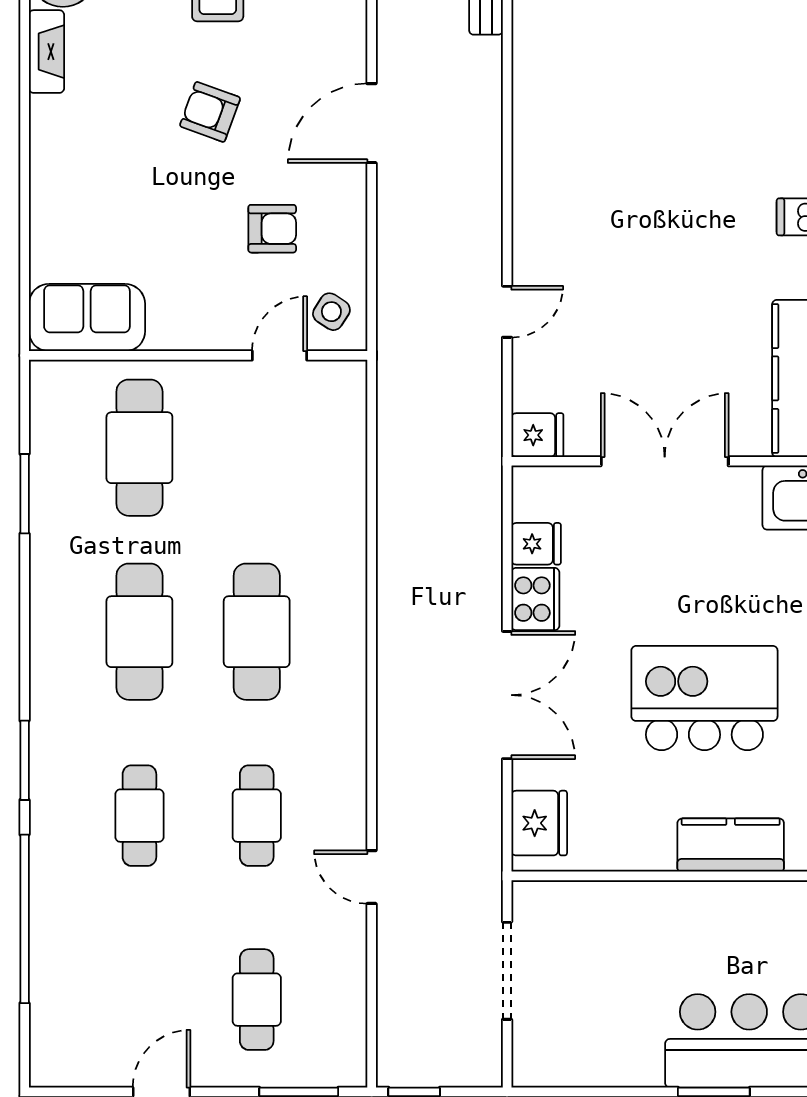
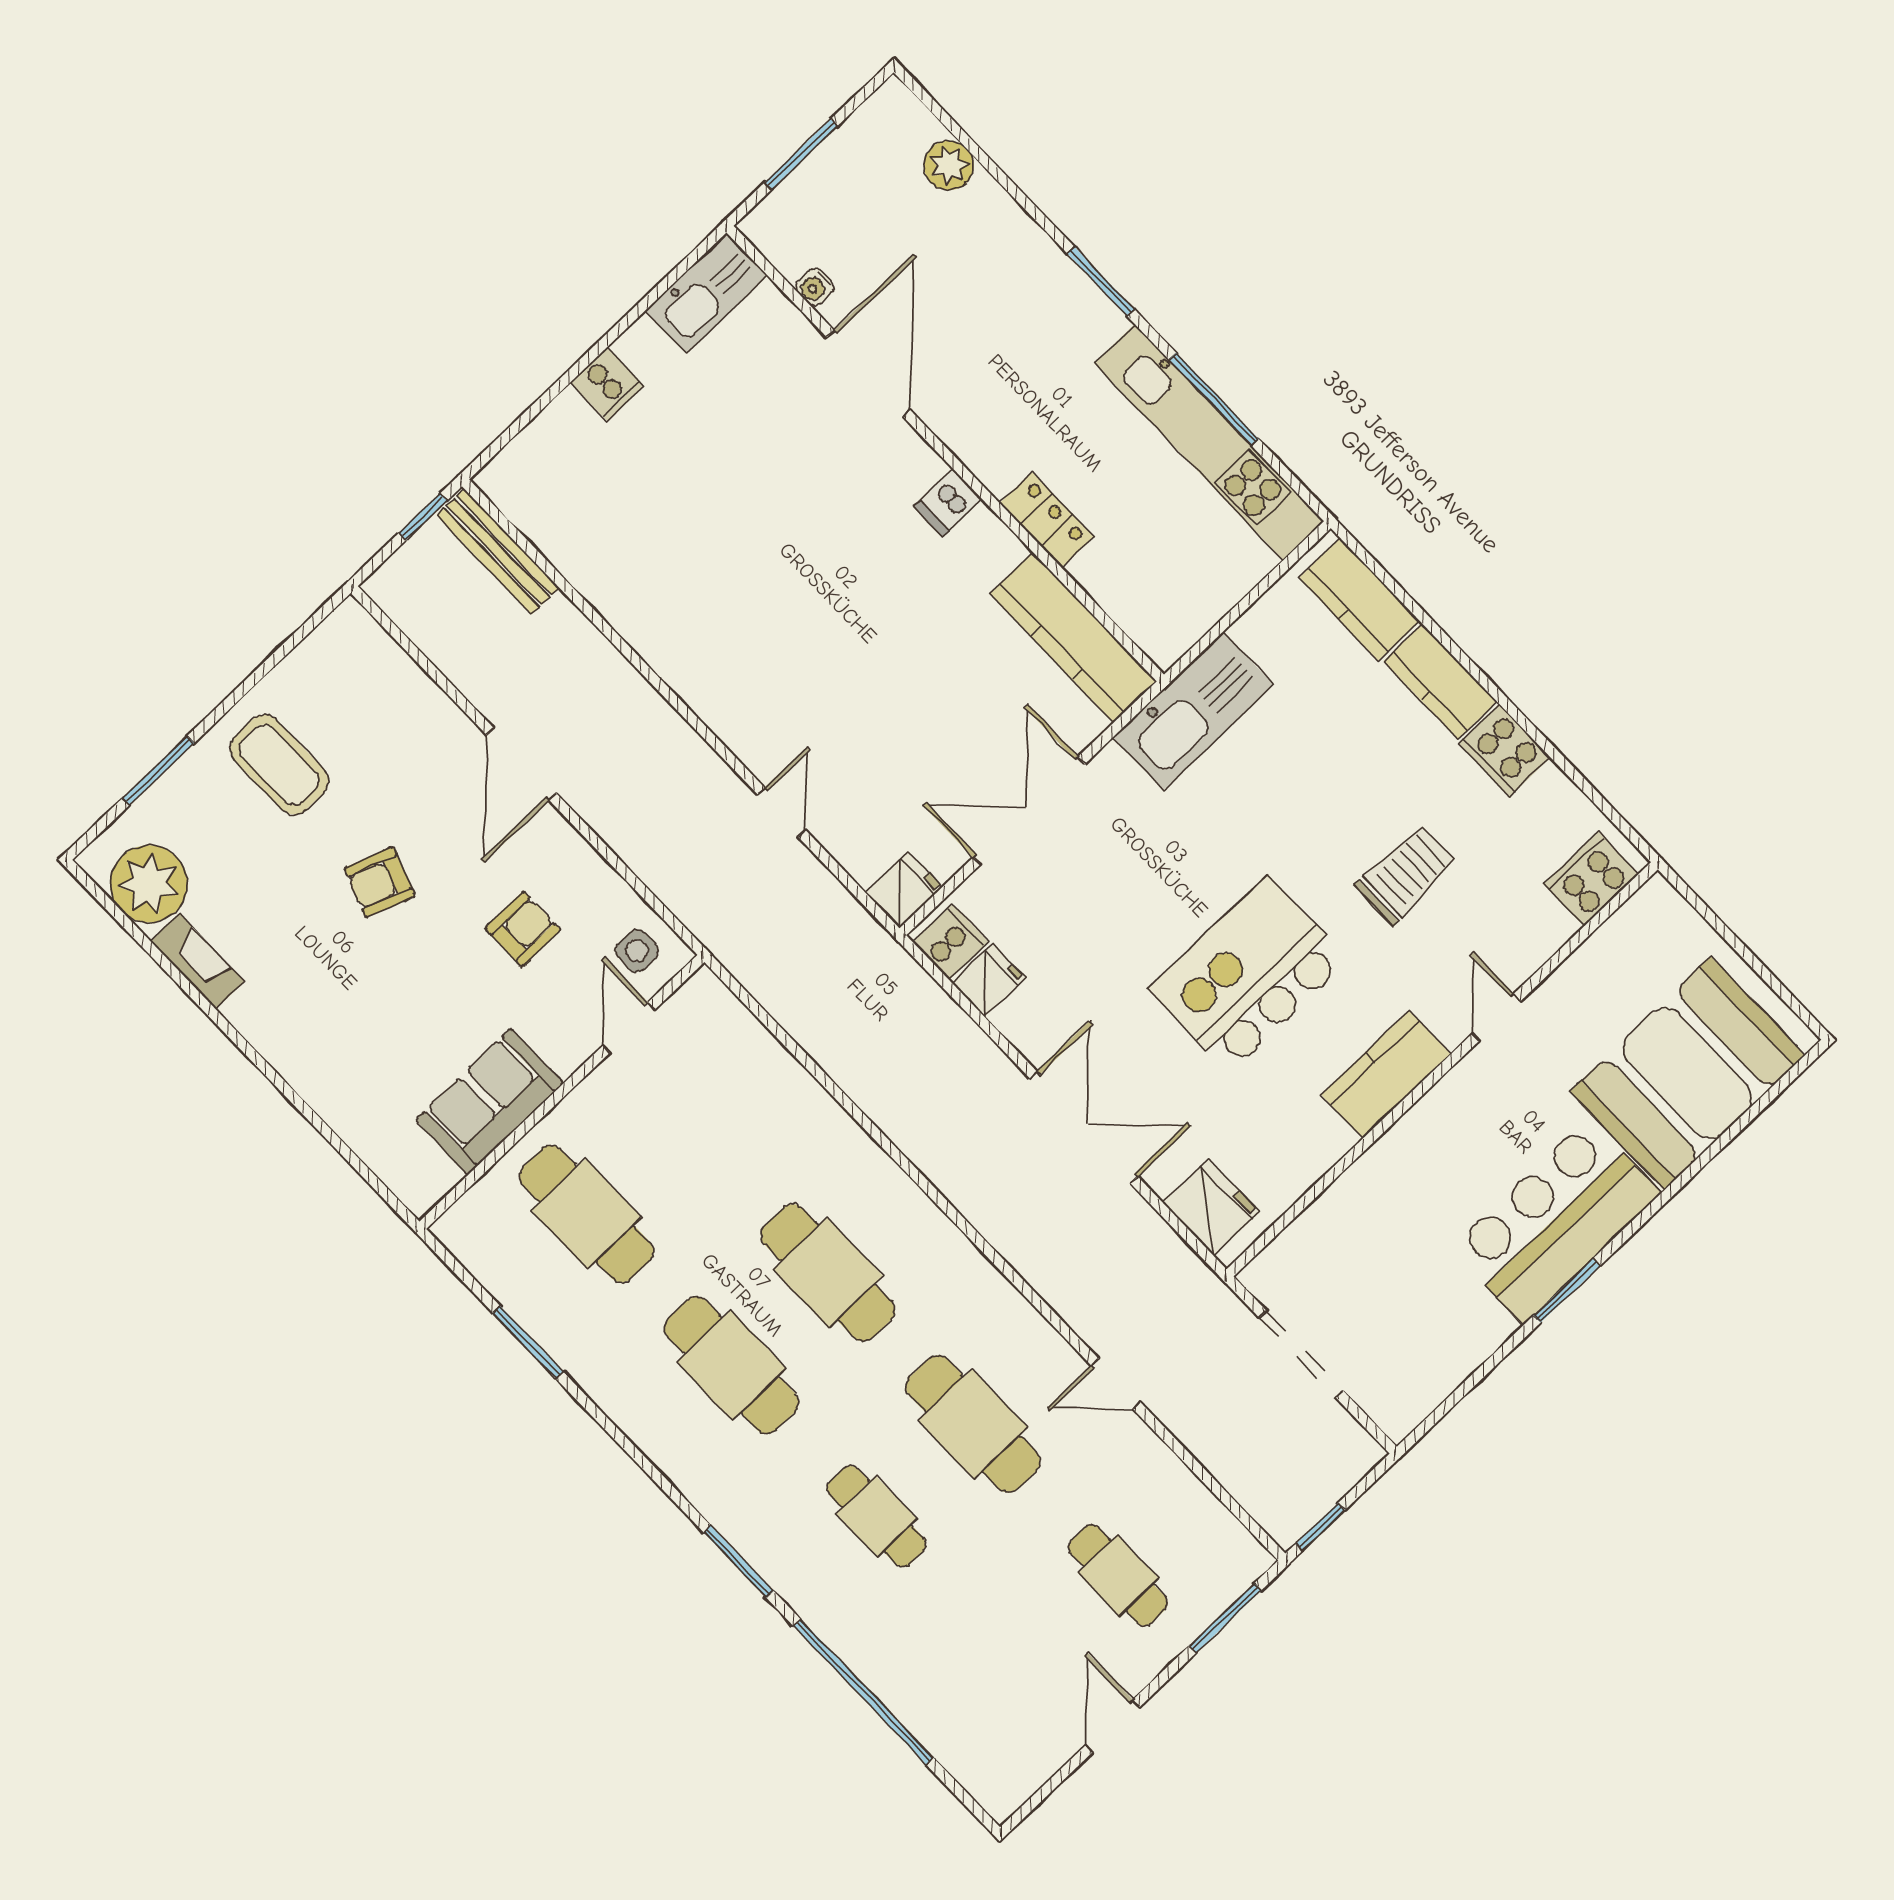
side table: (331, 312) -> (637, 951), turned -33
sofa: (87, 318) -> (489, 1101), moved
cooker: (535, 599) -> (951, 942), moved, width x0.73
cafe table: (257, 816) -> (973, 1424), width x1.37, depth x1.35

